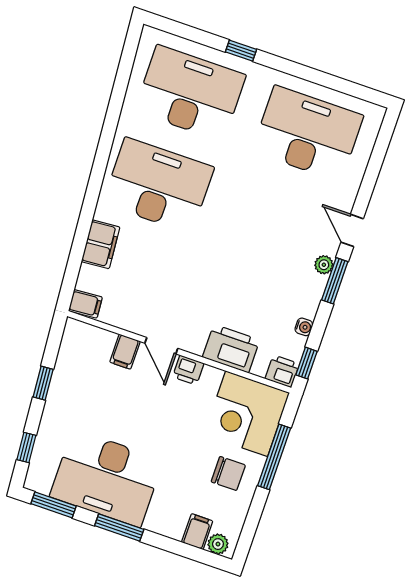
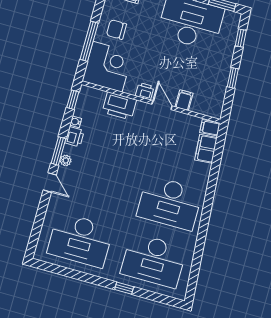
filing cabinet: (101, 244) -> (206, 149), moved
printer: (282, 371) -> (75, 137), moved, turned -90

